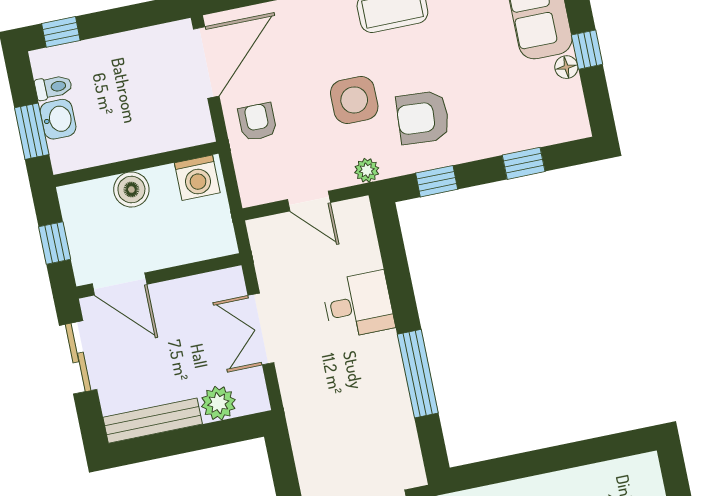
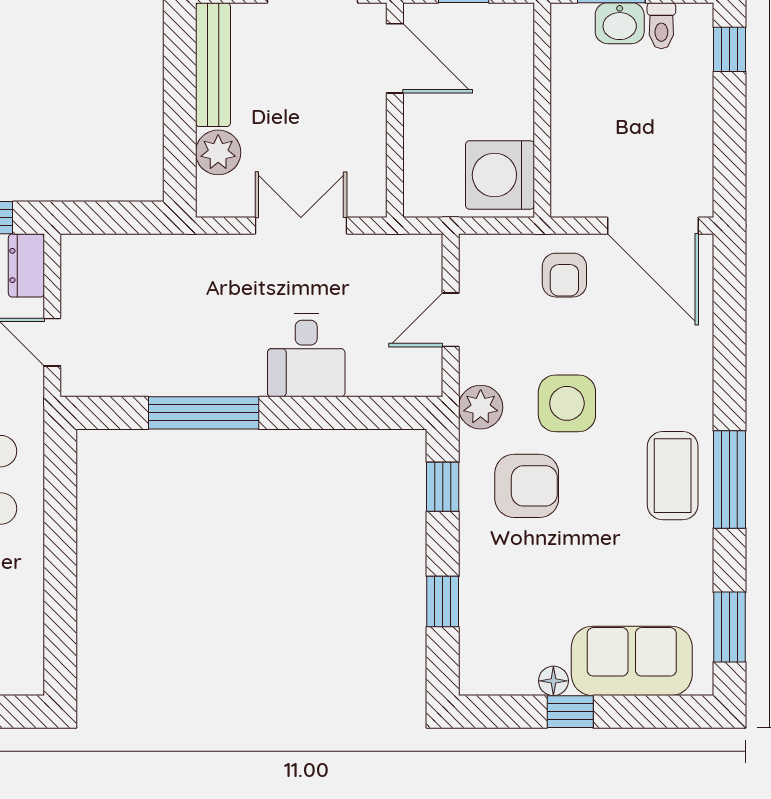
armchair: (423, 118) -> (527, 486), turned 86
armchair: (257, 122) -> (564, 275), turned 90
plant: (367, 170) -> (481, 407), width x1.38, depth x1.38
washing machine: (197, 178) -> (500, 175), width x1.37, depth x1.37
boiler: (131, 189) -> (511, 98), removed
door: (120, 284) -> (395, 58), swing flipped

